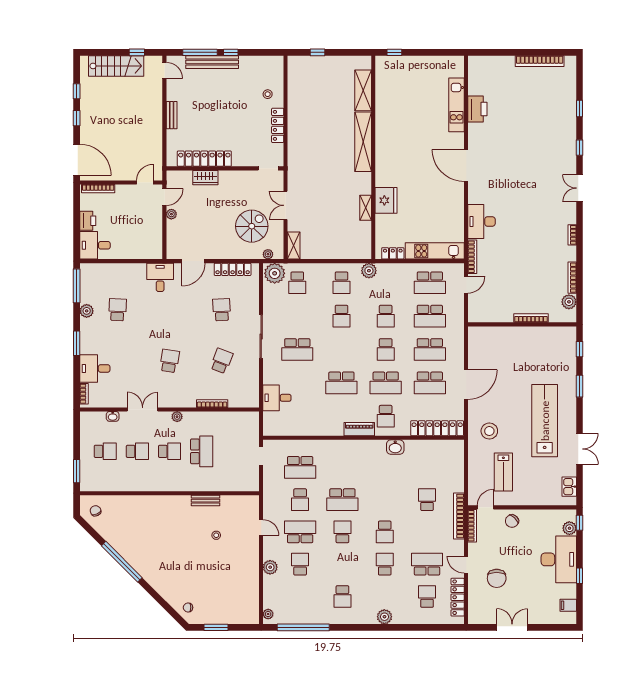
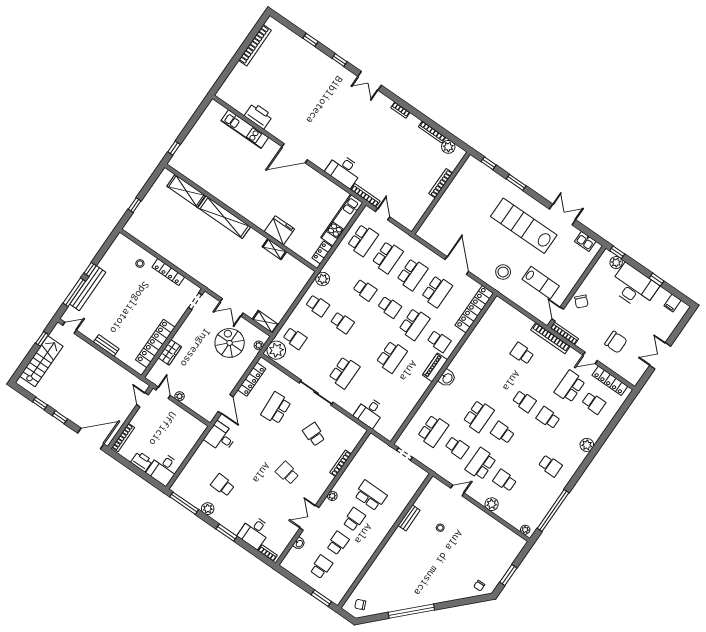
school desk: (222, 310) -> (276, 408), width x1.85
washbasin: (395, 447) -> (447, 378), moved
school desk: (427, 596) -> (594, 403), turned 180

